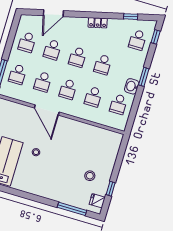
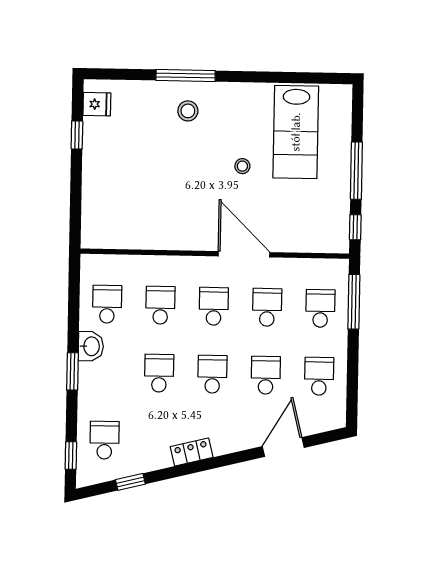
stool: (90, 176) -> (188, 111), moved
window: (72, 209) -> (186, 76), moved

